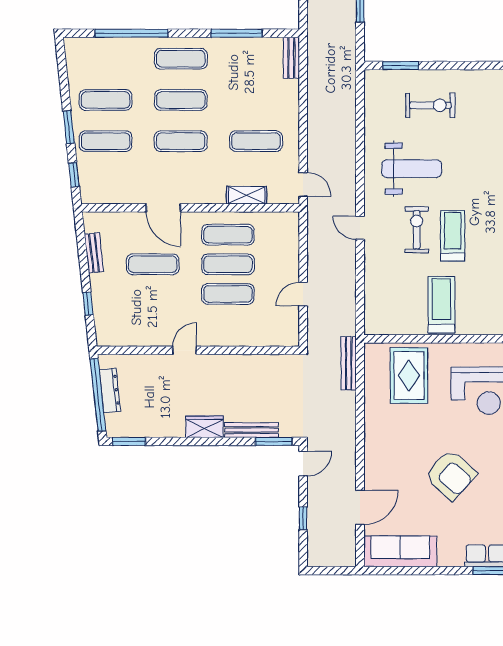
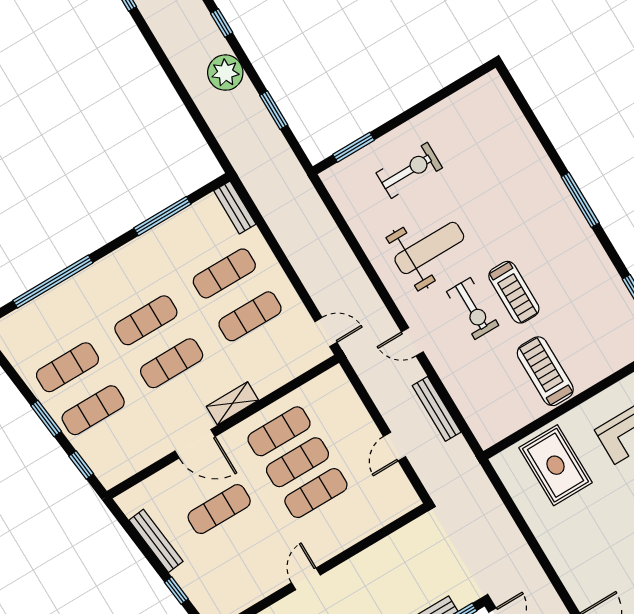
exercise mat: (181, 59) -> (224, 273), moved
shelving: (247, 195) -> (232, 403), moved
exercise bike: (417, 230) -> (473, 308), turned 180
treadmill: (453, 236) -> (514, 292), turned 180
bench: (94, 253) -> (156, 541), width x1.36
bench: (349, 363) -> (437, 409), moved

